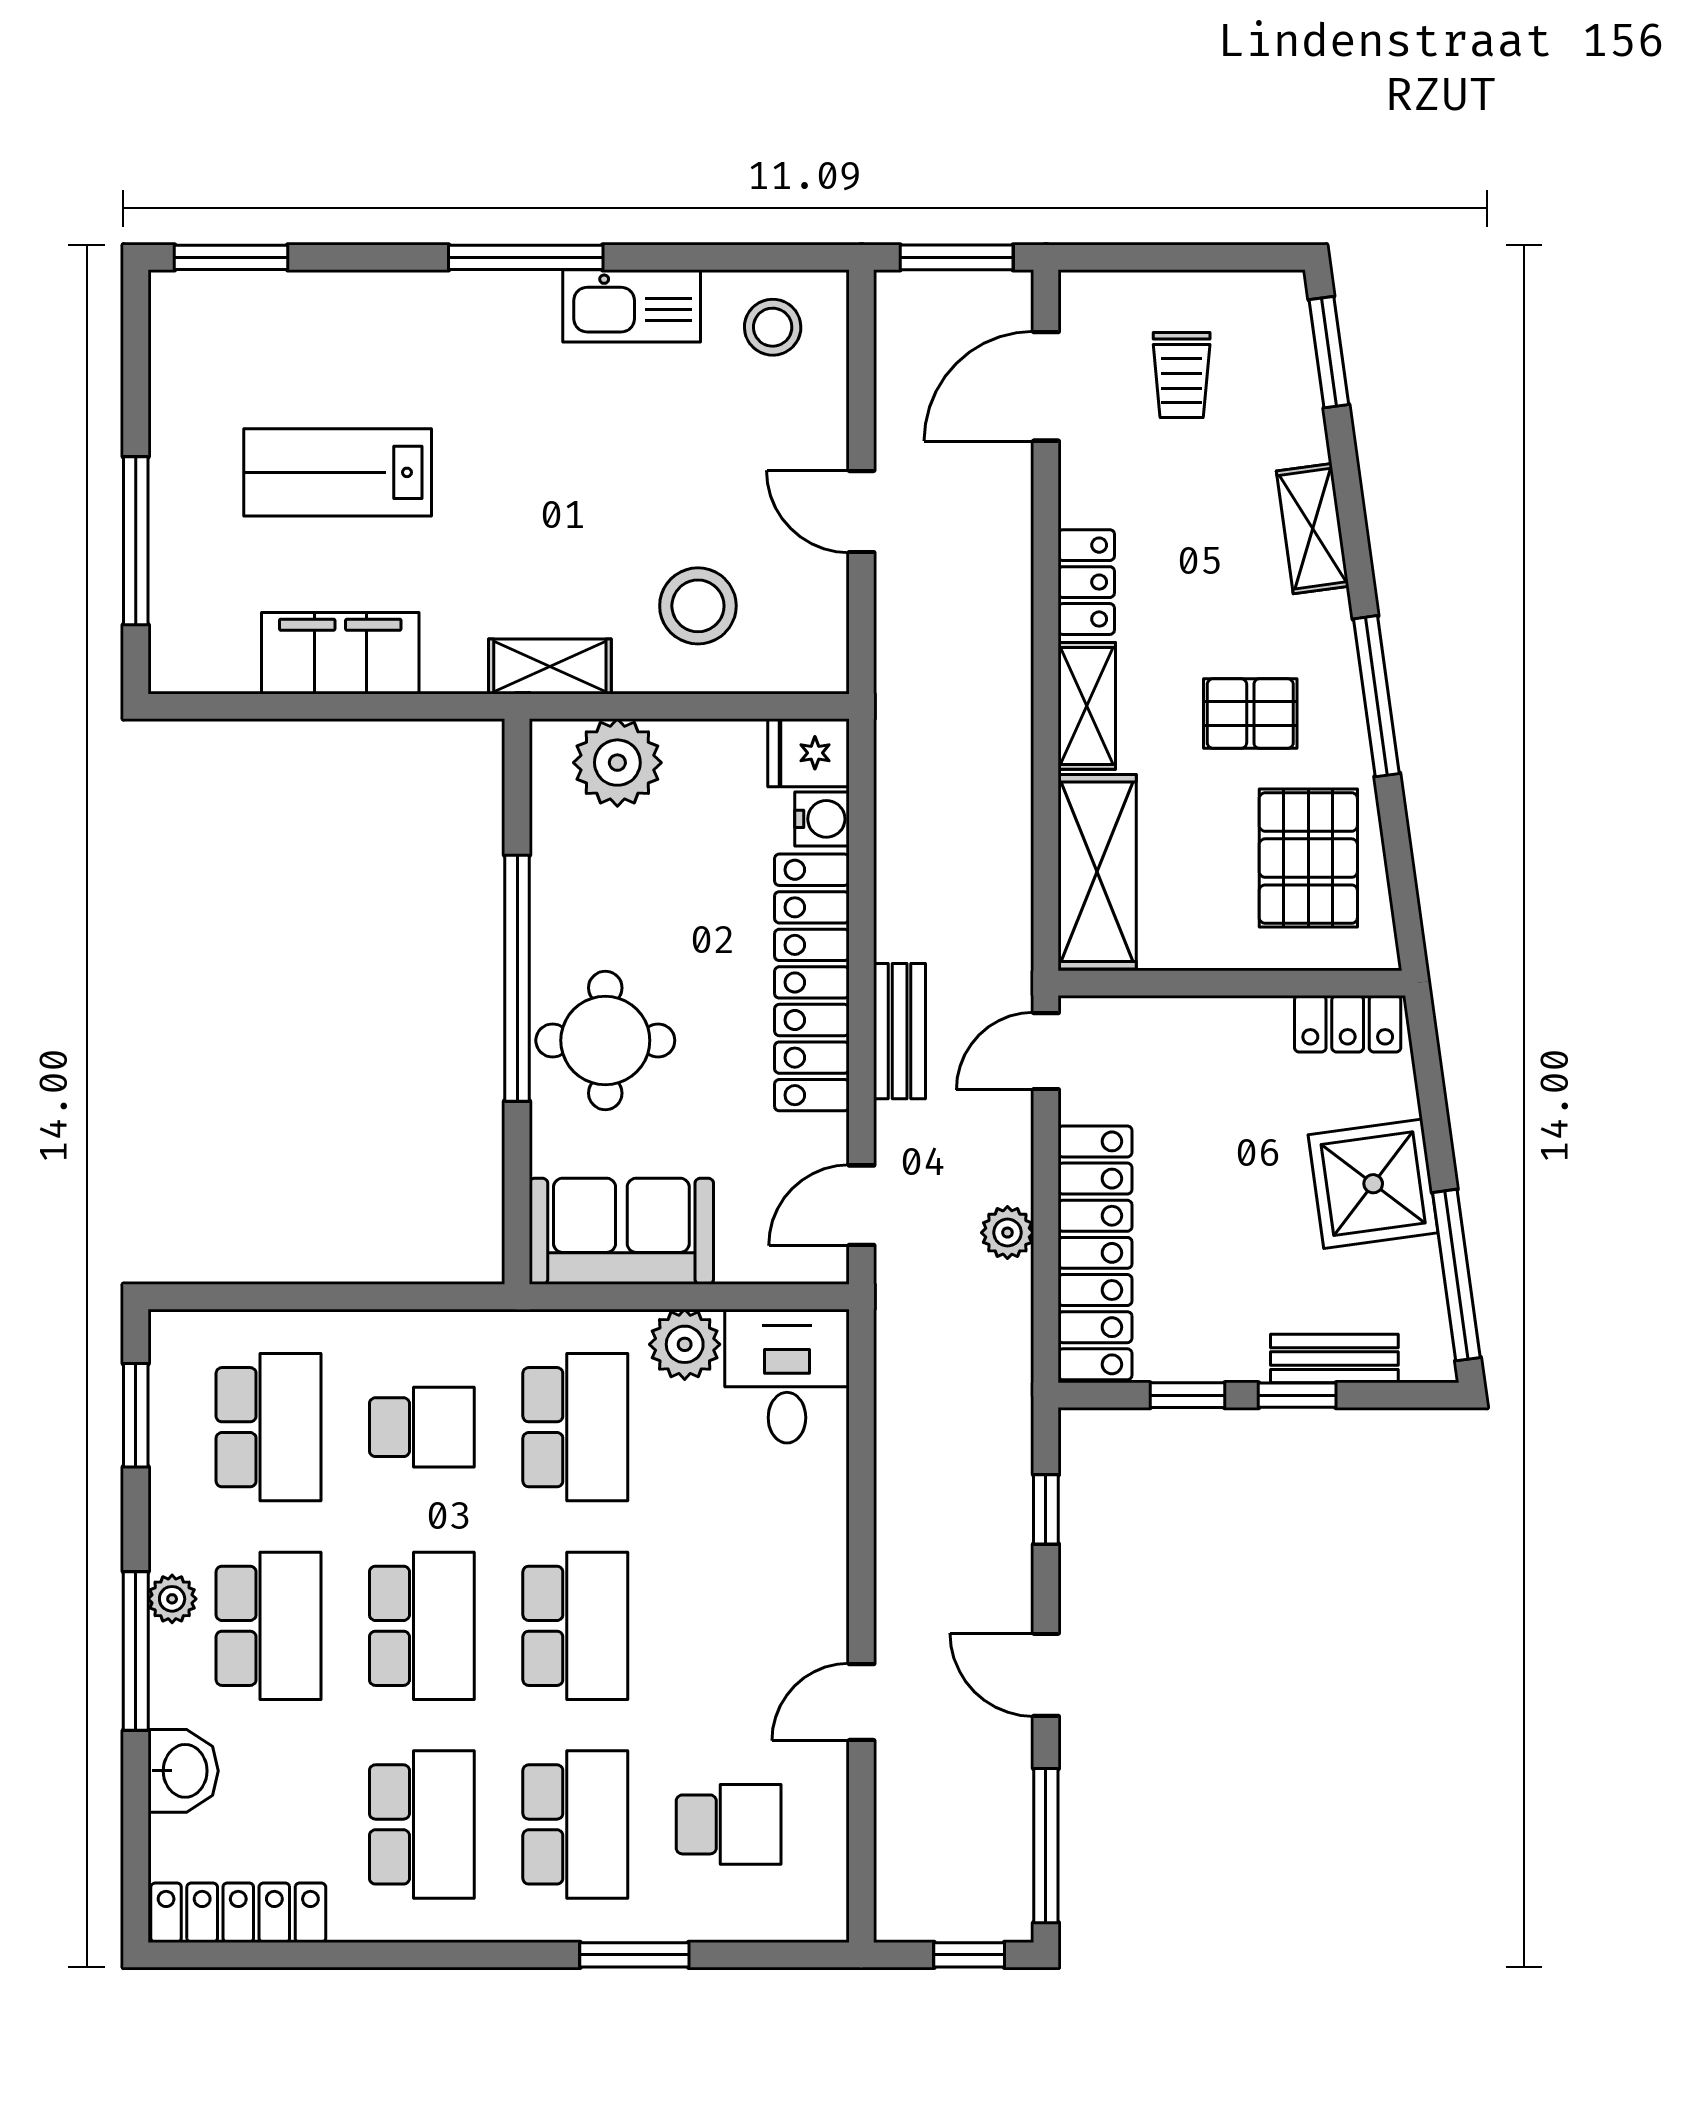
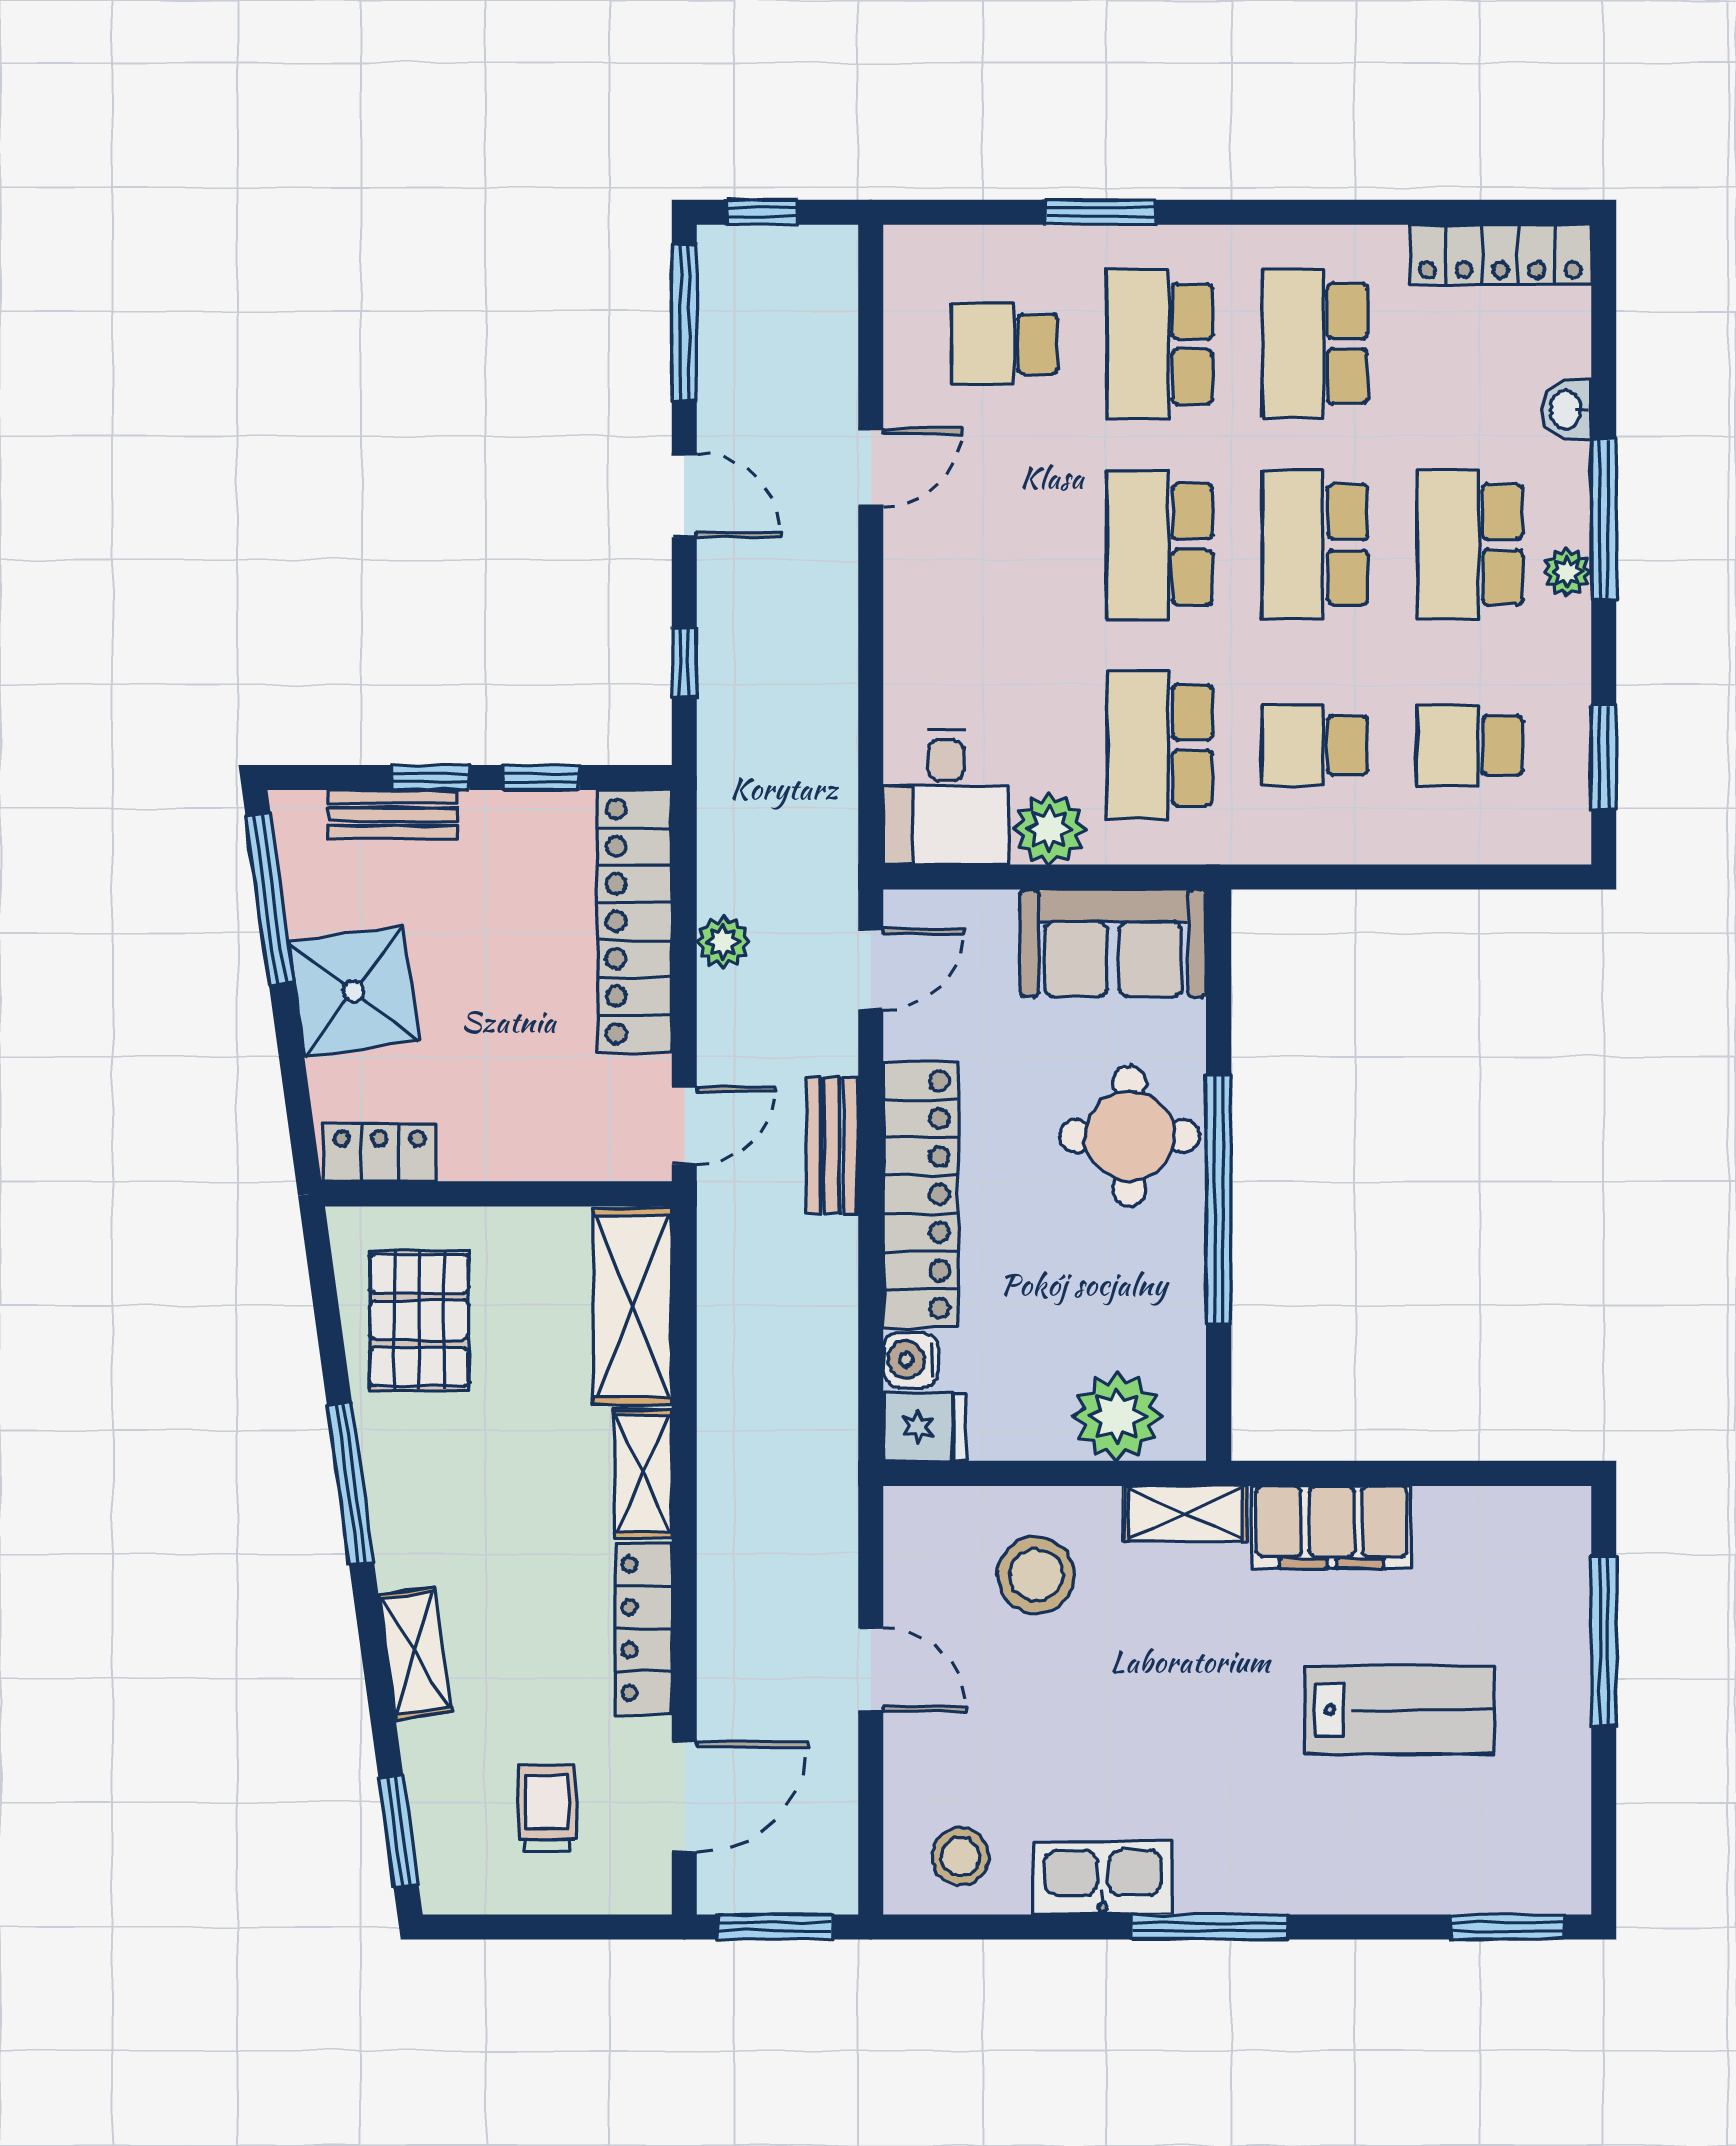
locker: (1086, 582) -> (644, 1628), width x1.53
filing cabinet: (340, 653) -> (1332, 1527), moved
pallet: (1250, 714) -> (478, 1466), removed
school desk: (268, 1427) -> (1470, 745), width x0.54
washbasin: (183, 1771) -> (1567, 410), width x0.72, depth x0.69

